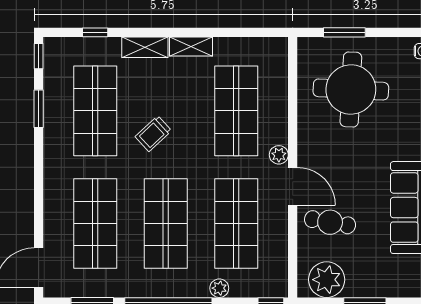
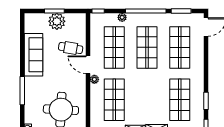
trolley: (153, 134) -> (153, 89), removed
plant: (327, 280) -> (57, 21), moved

